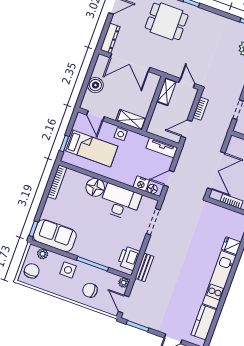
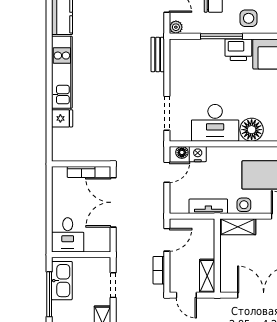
tv unit: (162, 148) -> (208, 206), moved
printer: (129, 258) -> (238, 50), moved, turned 90

